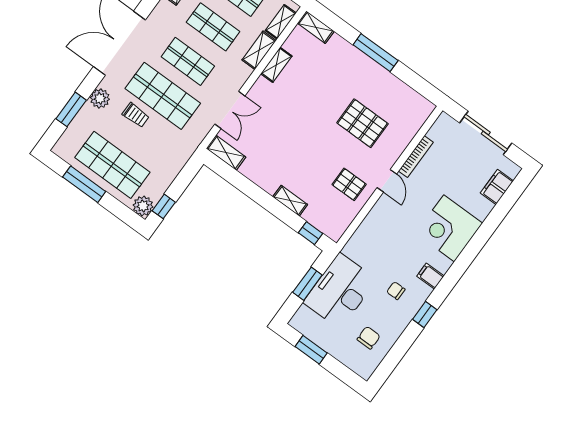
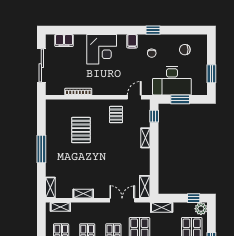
shelving: (259, 50) -> (162, 207), moved
door: (387, 181) -> (134, 97), moved

